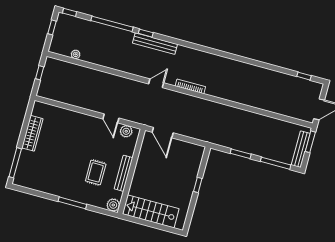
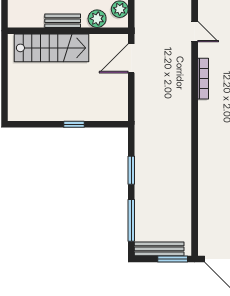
bench: (123, 173) -> (63, 21), width x0.73
plant: (113, 205) -> (97, 19), moved
stairs: (151, 211) -> (51, 48), moved, turned 90

